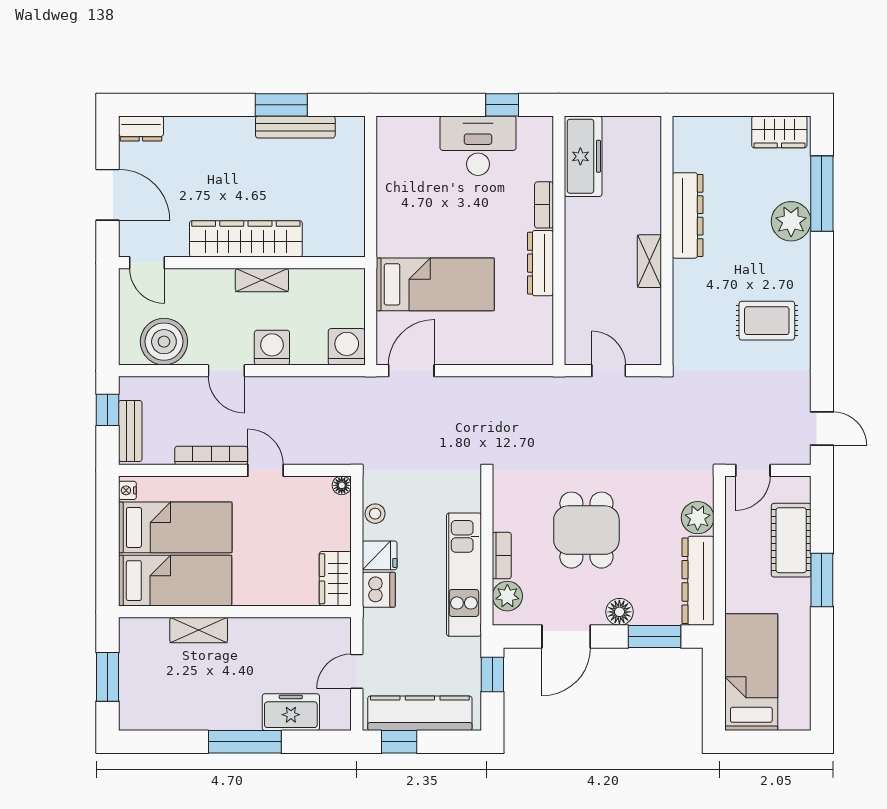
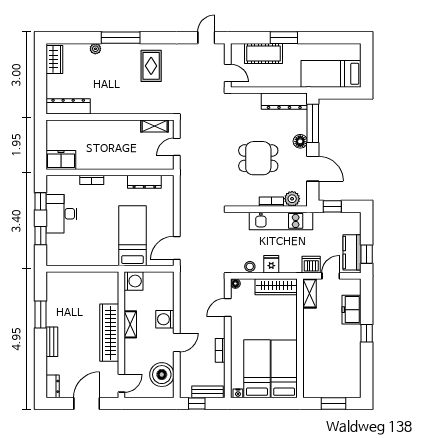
window: (435, 105) -> (41, 236), added
bench: (295, 127) -> (52, 342), moved, width x0.73
freezer: (583, 156) -> (61, 160), width x0.71
window: (822, 194) -> (121, 38), moved
dresser: (688, 215) -> (68, 106), moved
plant: (791, 221) -> (95, 49), width x0.53, depth x0.53
shelving: (649, 261) -> (155, 126), moved
dresser: (541, 263) -> (144, 182), moved
washing machine: (347, 347) -> (134, 281), moved, turned 180
door: (411, 371) -> (177, 248), hinge flipped
bookcase: (211, 455) -> (220, 350), width x0.64
door: (266, 470) -> (228, 308), moved
plant: (698, 518) -> (252, 101), removed
wardrobe: (335, 579) -> (276, 287), width x1.50
dishwasher: (379, 590) -> (311, 265), moved
shelving: (199, 630) -> (309, 293), moved
window: (655, 636) -> (313, 123), width x1.44
door: (357, 671) -> (331, 276), swing flipped
kitchen counter: (420, 713) -> (352, 252), width x0.67
window: (245, 742) -> (367, 333), width x0.46

